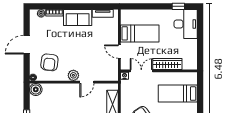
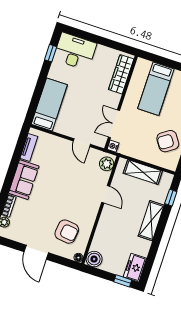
bed: (140, 33) -> (49, 105), moved
door: (119, 52) -> (82, 143), hinge flipped
wardrobe: (167, 64) -> (121, 74), moved
plant: (73, 75) -> (107, 164), moved

